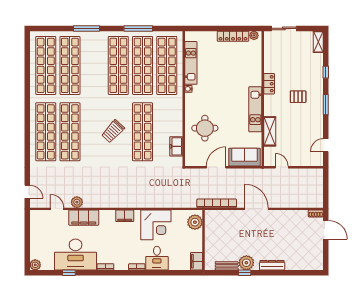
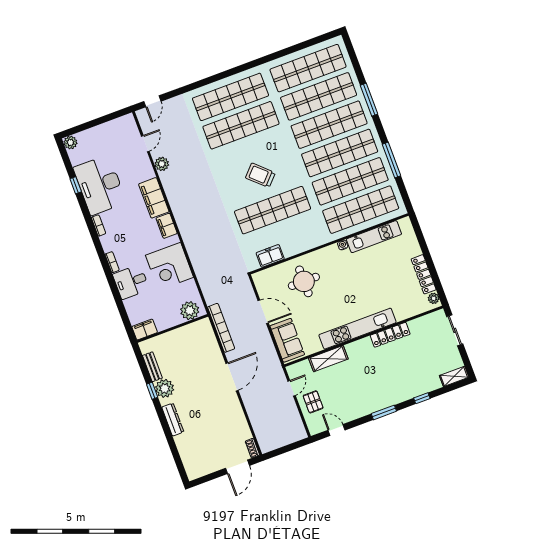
shop shelf: (94, 65) -> (329, 125), added
locker: (269, 84) -> (390, 335), width x1.53
pallet: (298, 97) -> (313, 402), moved
kitchen unit: (255, 109) -> (358, 329), width x1.36
filing cabinet: (84, 218) -> (154, 198), moved

